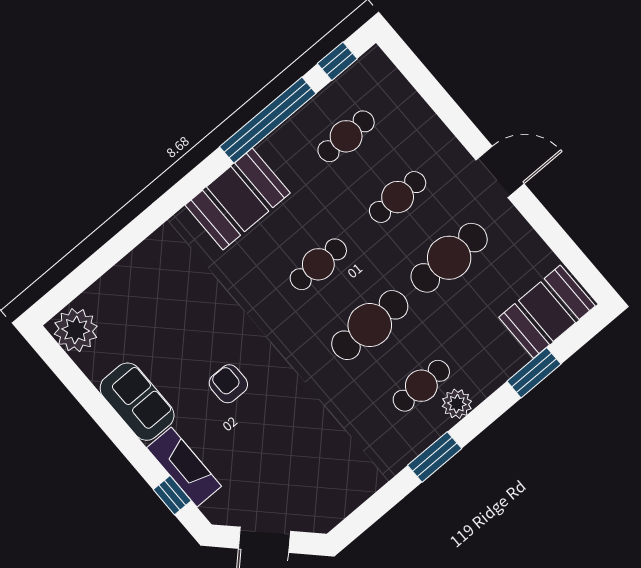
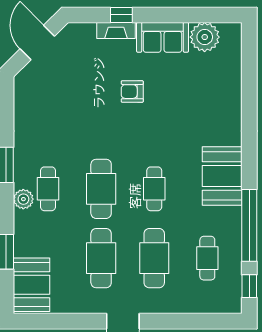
cafe table: (398, 197) -> (154, 258), width x1.37, depth x1.35
plant: (76, 330) -> (205, 37), moved
armchair: (228, 384) -> (132, 92), turned 180
fireplace: (184, 467) -> (116, 30), width x0.73, depth x0.76
window: (172, 495) -> (121, 15), moved

